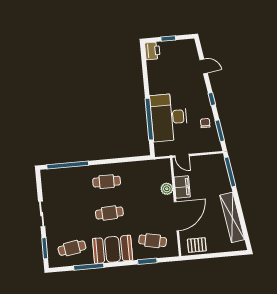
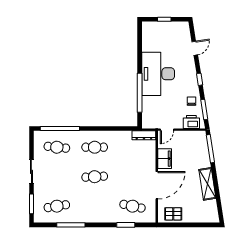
printer: (152, 51) -> (191, 122), moved, turned -90
door: (204, 66) -> (195, 48), hinge flipped
desk: (169, 117) -> (158, 74), moved
door: (182, 156) -> (167, 130), hinge flipped
dresser: (158, 164) -> (144, 135), added
cafe table: (66, 185) -> (57, 147), added
plant: (167, 189) -> (150, 159), removed
shelving: (232, 217) -> (207, 184), width x0.68
booth: (113, 249) -> (94, 211), removed

